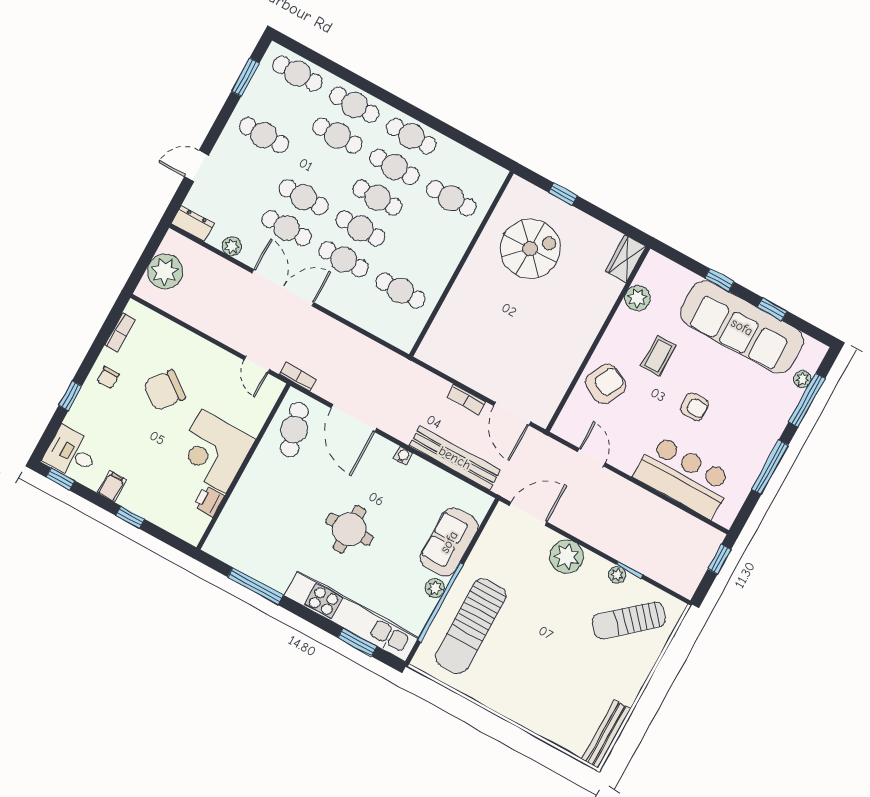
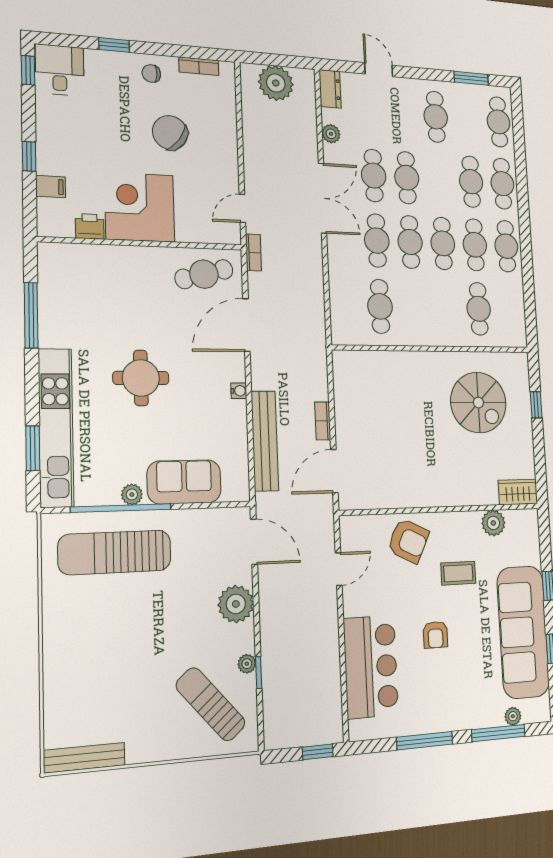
filing cabinet: (112, 486) -> (51, 187), moved

